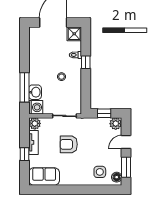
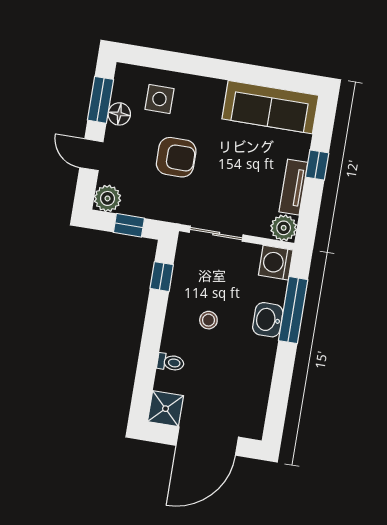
window: (86, 62) -> (162, 277), moved
washbasin: (35, 92) -> (268, 320), moved
door: (126, 142) -> (91, 155), swing flipped
armchair: (69, 144) -> (176, 157), moved
sofa: (44, 176) -> (270, 107), width x1.36
floor lamp: (117, 177) -> (119, 114), moved

